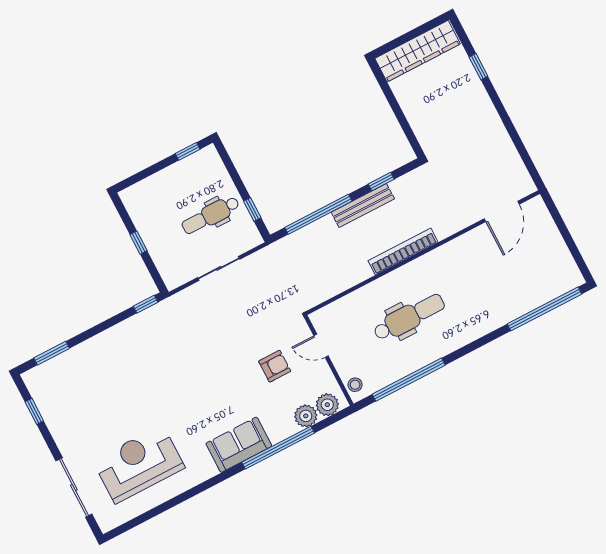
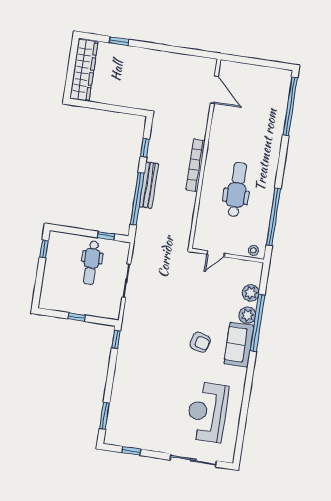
bench: (363, 206) -> (149, 185), moved
armchair: (275, 366) -> (200, 342), moved, turned 104
plant: (327, 405) -> (247, 315), moved

